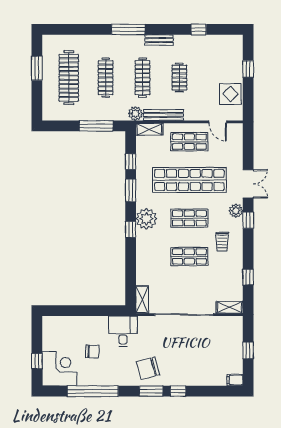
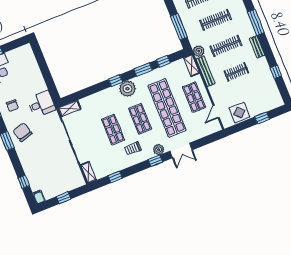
chair: (92, 351) -> (12, 106), moved
window: (178, 391) -> (24, 182), moved

